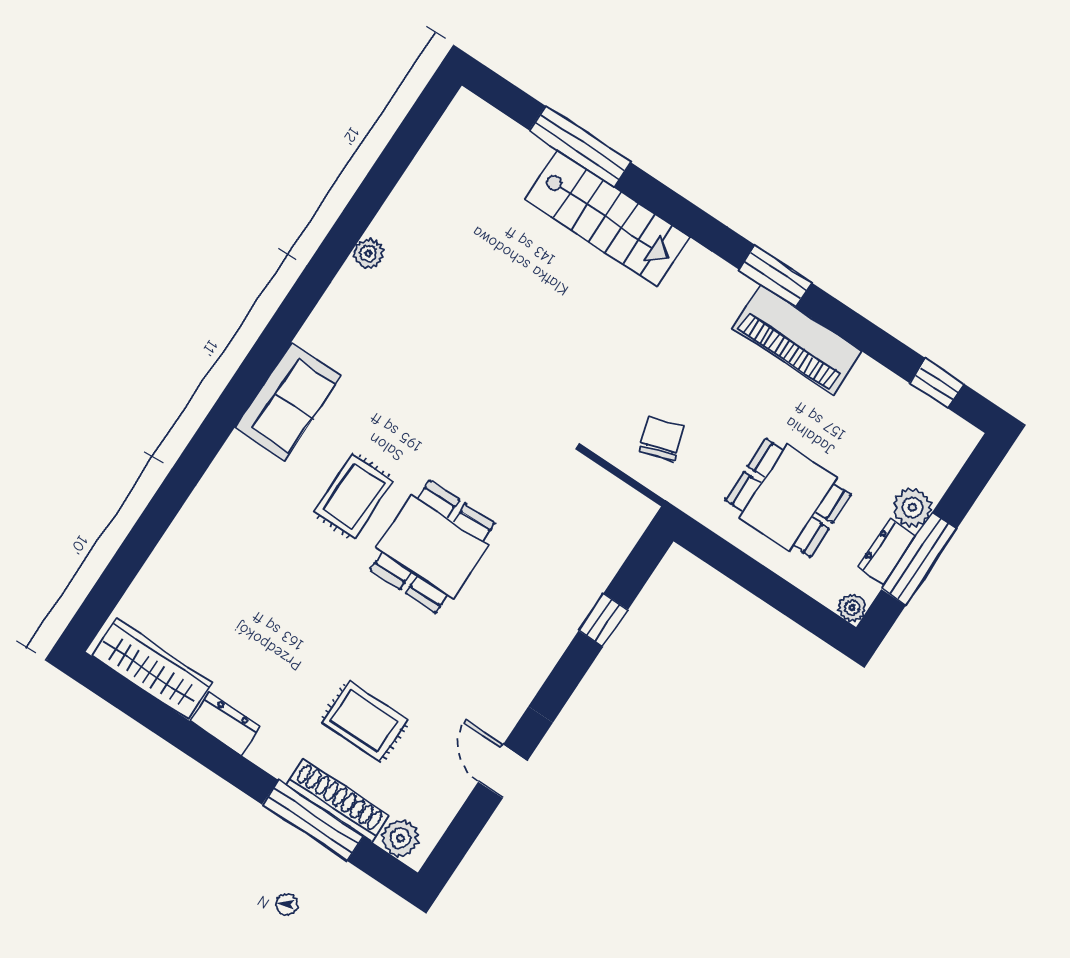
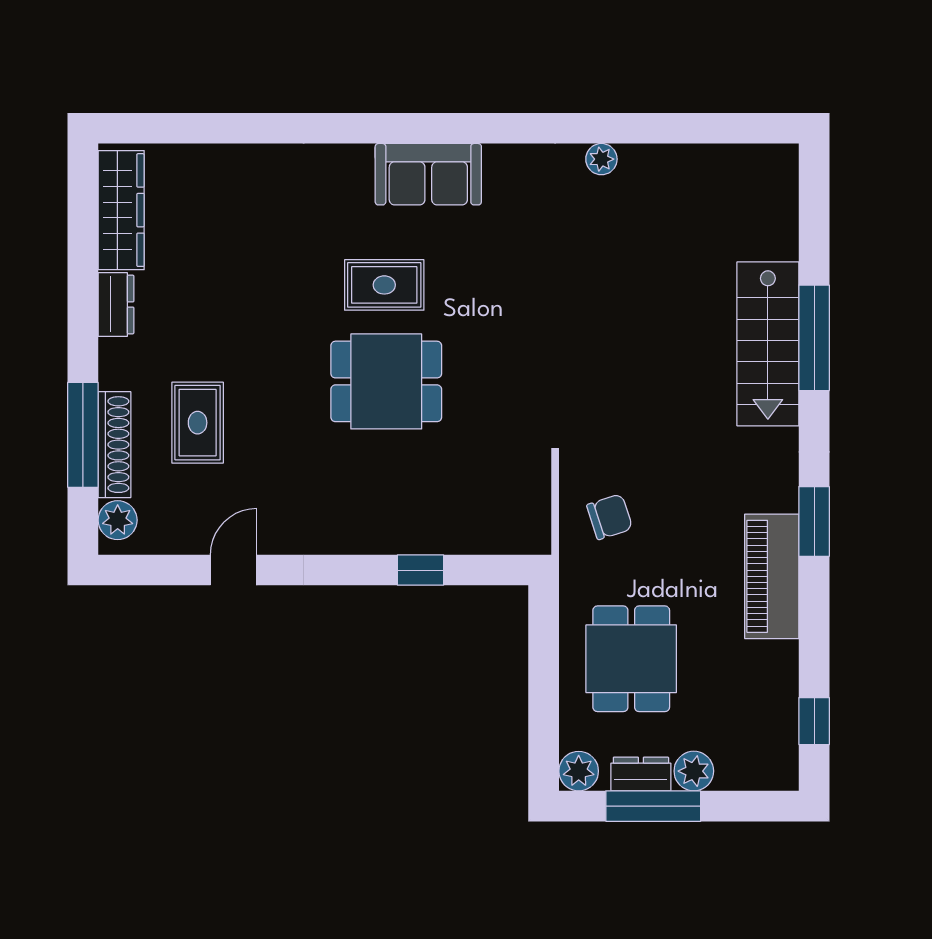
window: (580, 146) -> (814, 338), moved
plant: (852, 608) -> (579, 771), width x1.38, depth x1.38

